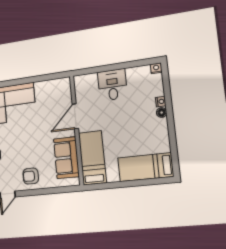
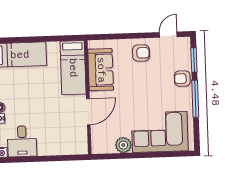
desk: (112, 85) -> (22, 141), moved
plant: (42, 88) -> (123, 145), added

